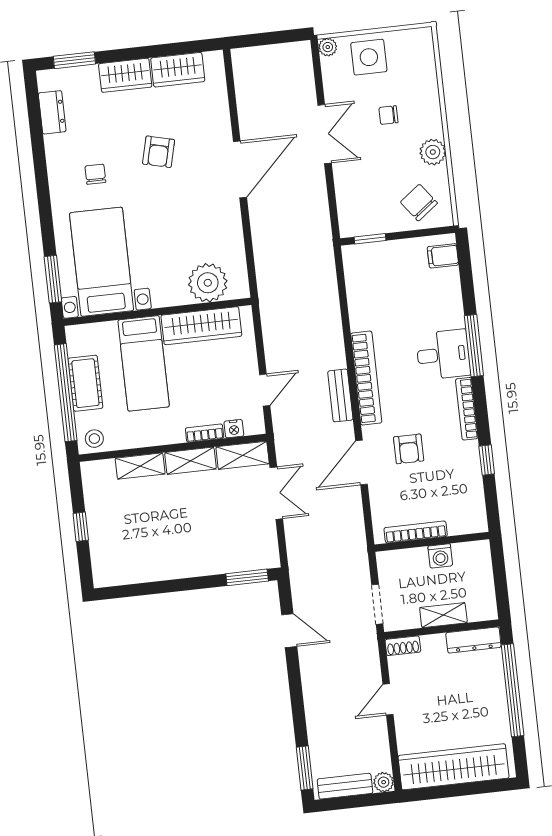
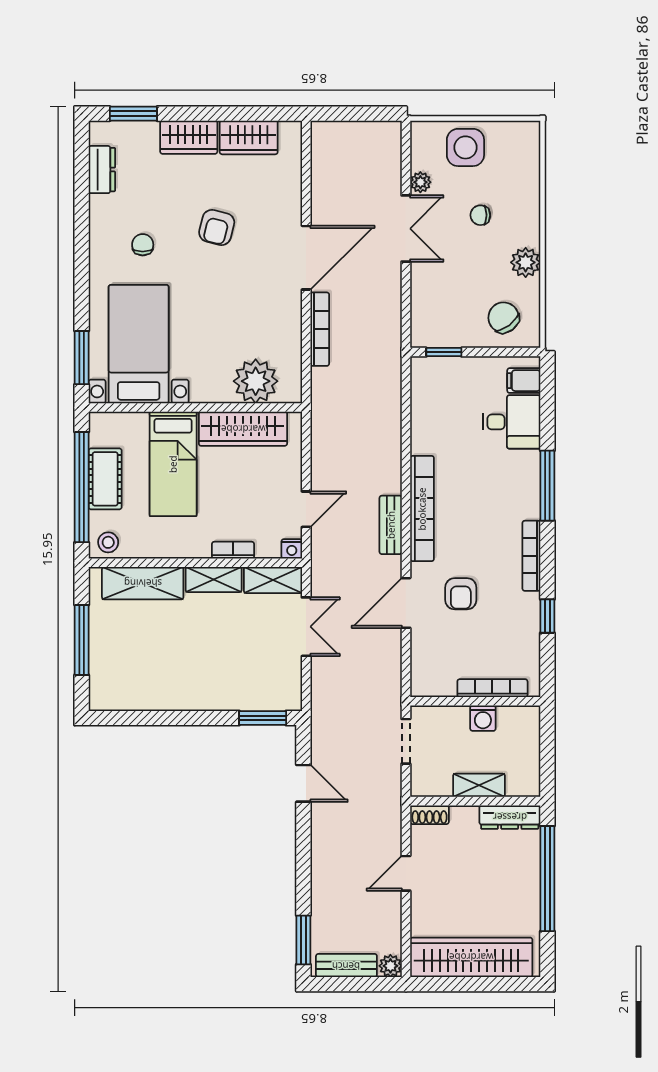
plant: (328, 47) -> (420, 182), moved
bookcase: (259, 231) -> (320, 329), added
desk: (443, 355) -> (512, 422), moved
nightstand: (234, 429) -> (292, 549), moved
shelving: (140, 466) -> (143, 583), width x1.50, depth x1.33
window: (81, 527) -> (82, 640), width x2.17
bookcase: (416, 532) -> (492, 688), moved
doorway: (377, 604) -> (406, 741), moved

